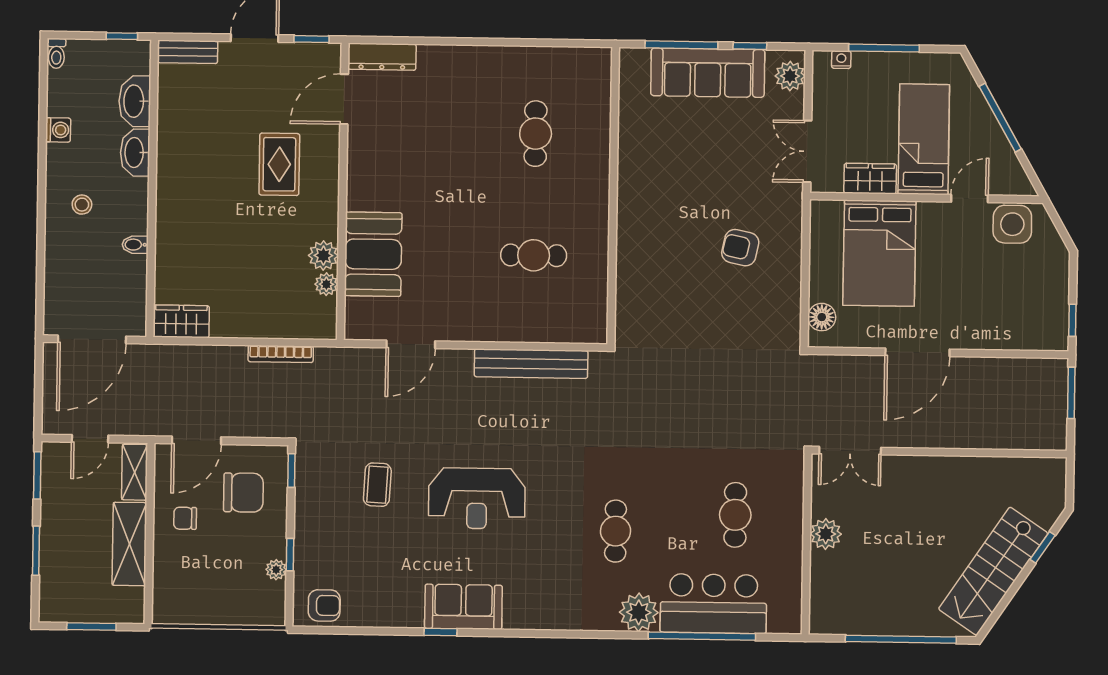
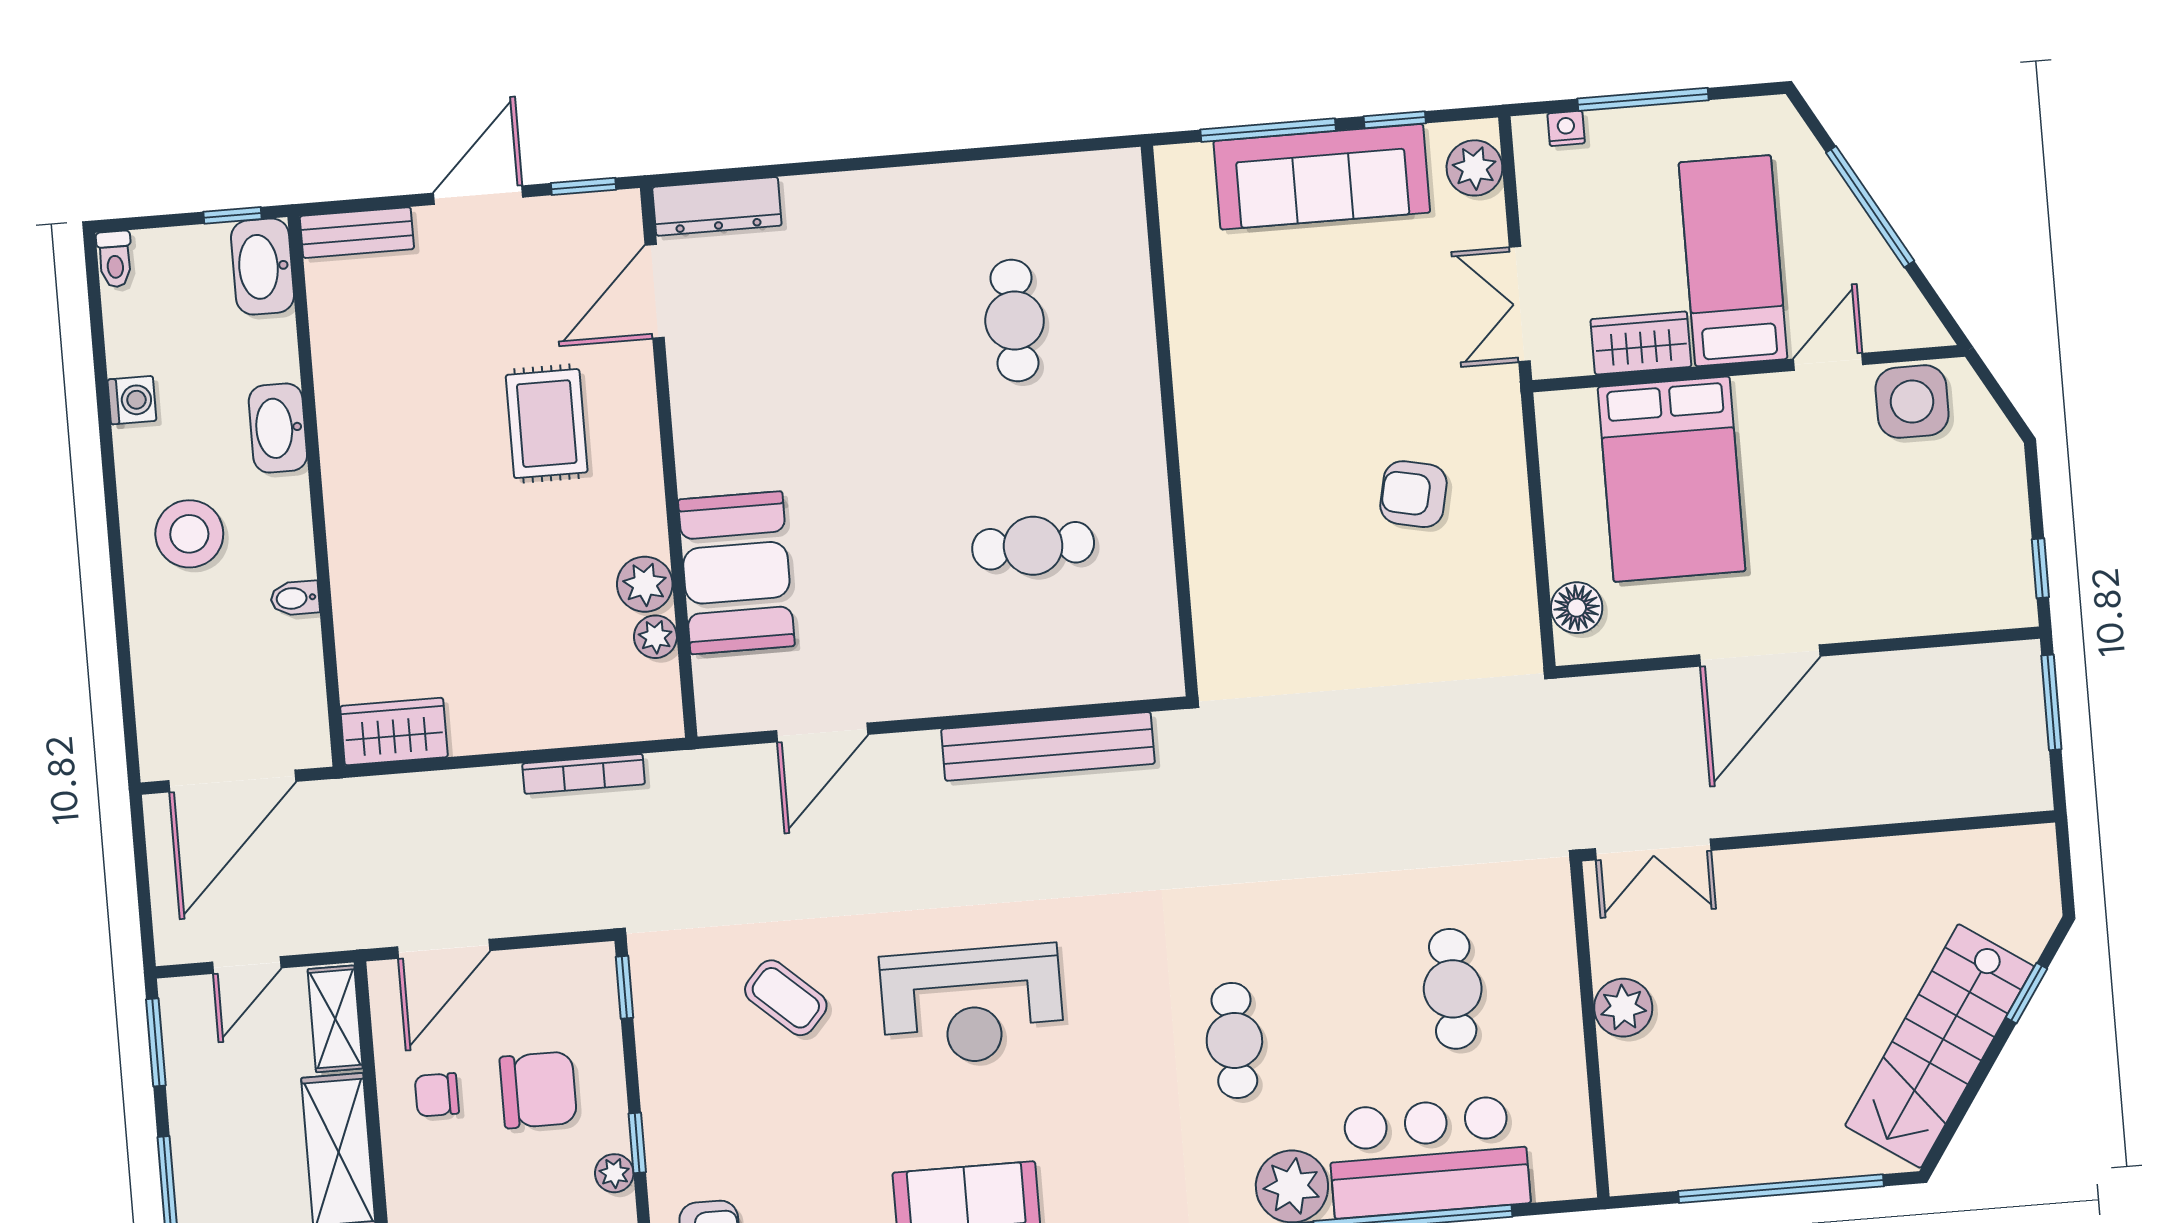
washbasin: (135, 101) -> (263, 267), moved
stool: (82, 205) -> (189, 534), width x1.89, depth x1.89
coffee table: (377, 485) -> (786, 998), turned -51
chair: (243, 493) -> (538, 1090), moved

